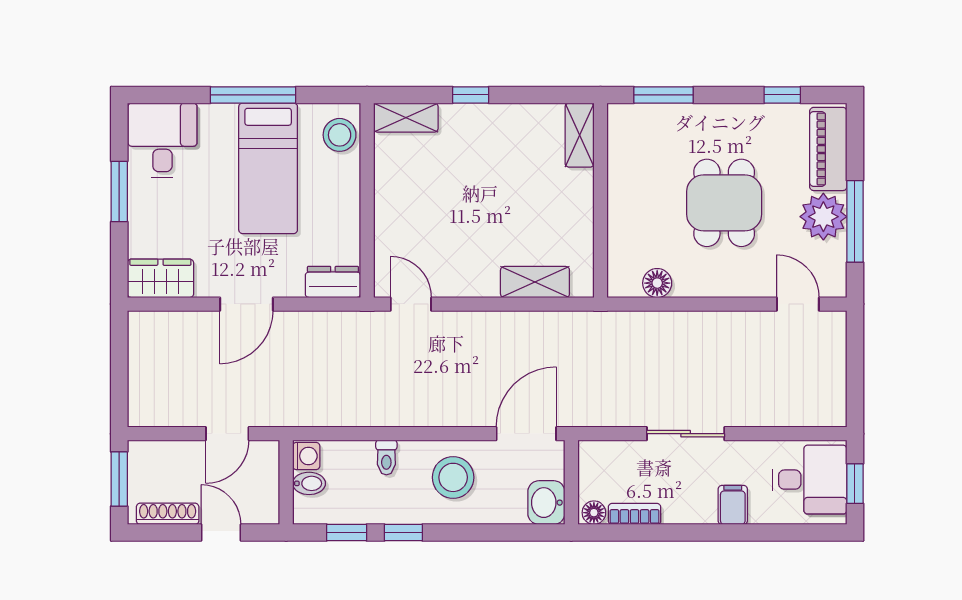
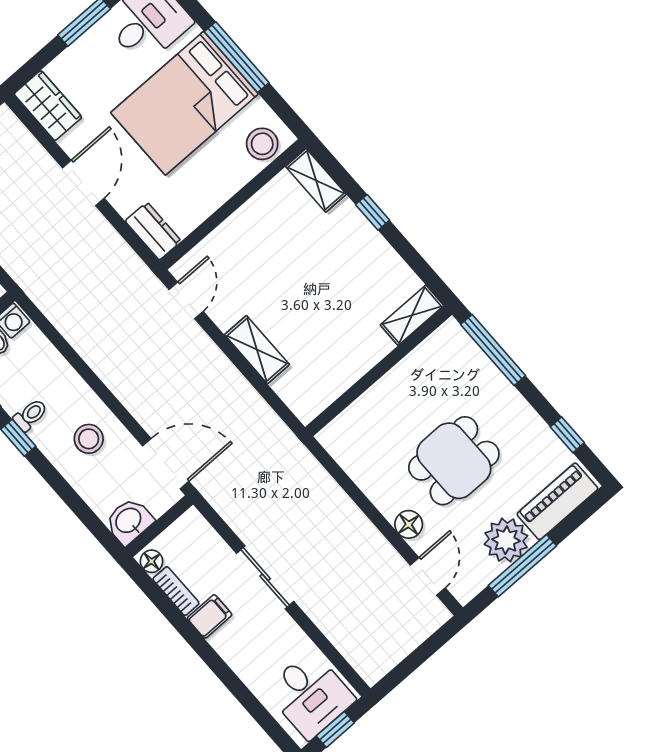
window: (664, 95) -> (493, 350), width x1.44
bed: (268, 168) -> (185, 103), width x1.50
shelving: (535, 282) -> (257, 350), moved
floor lamp: (657, 283) -> (409, 524), moved
door: (246, 304) -> (83, 183), swing flipped
toilet: (386, 457) -> (30, 415), moved, turned 180
stool: (453, 477) -> (89, 439), width x0.73, depth x0.73
filing cabinet: (733, 505) -> (210, 616), moved

